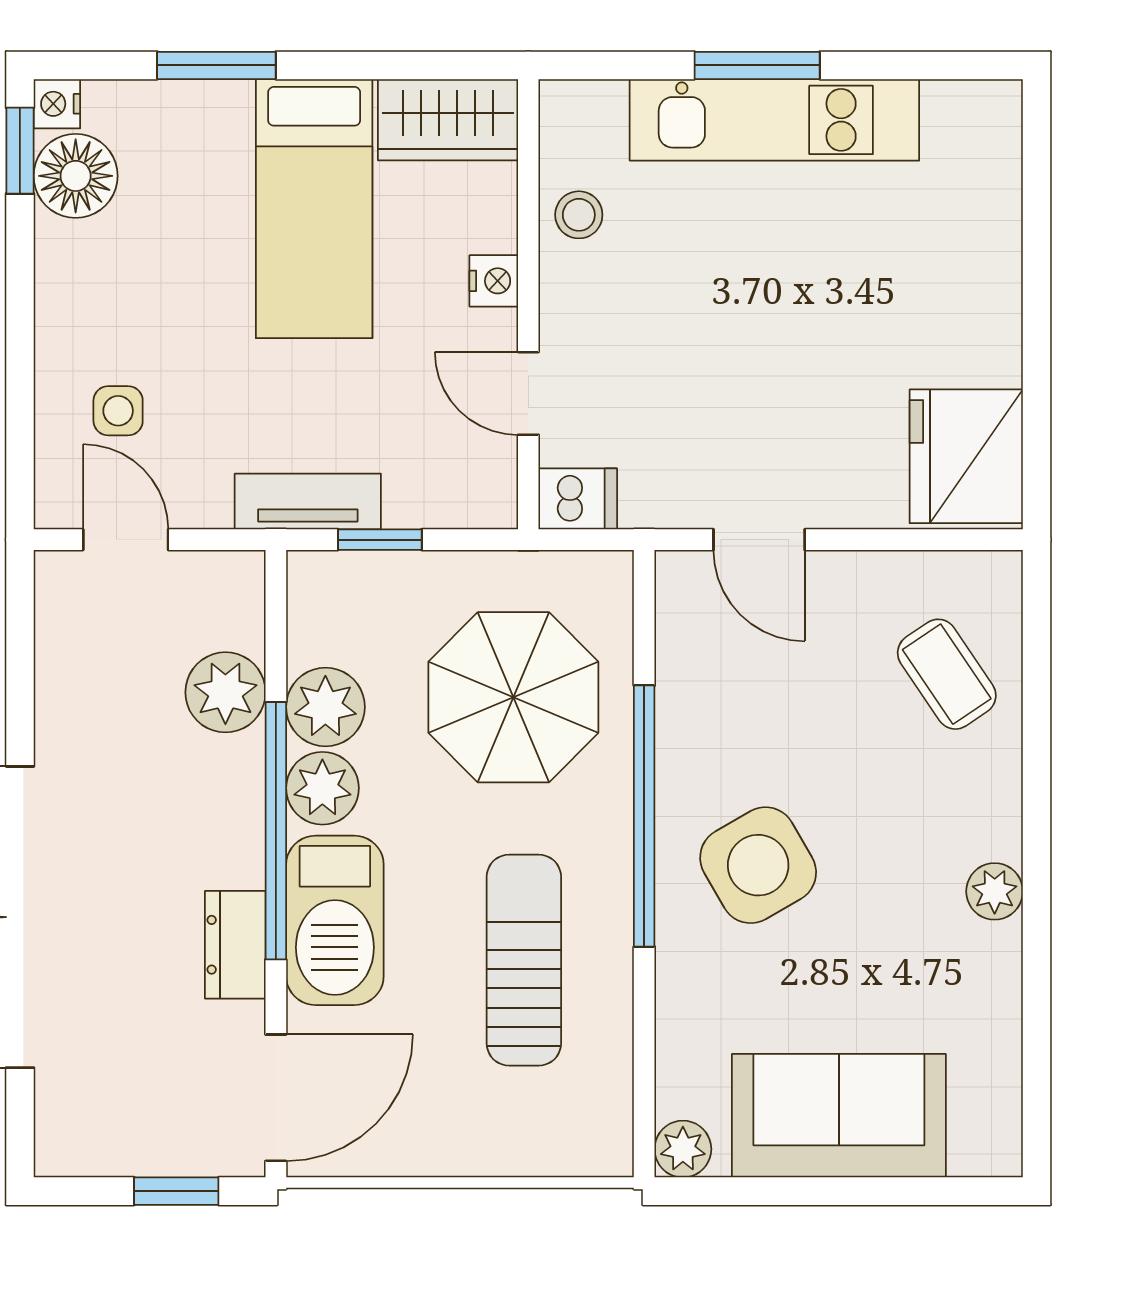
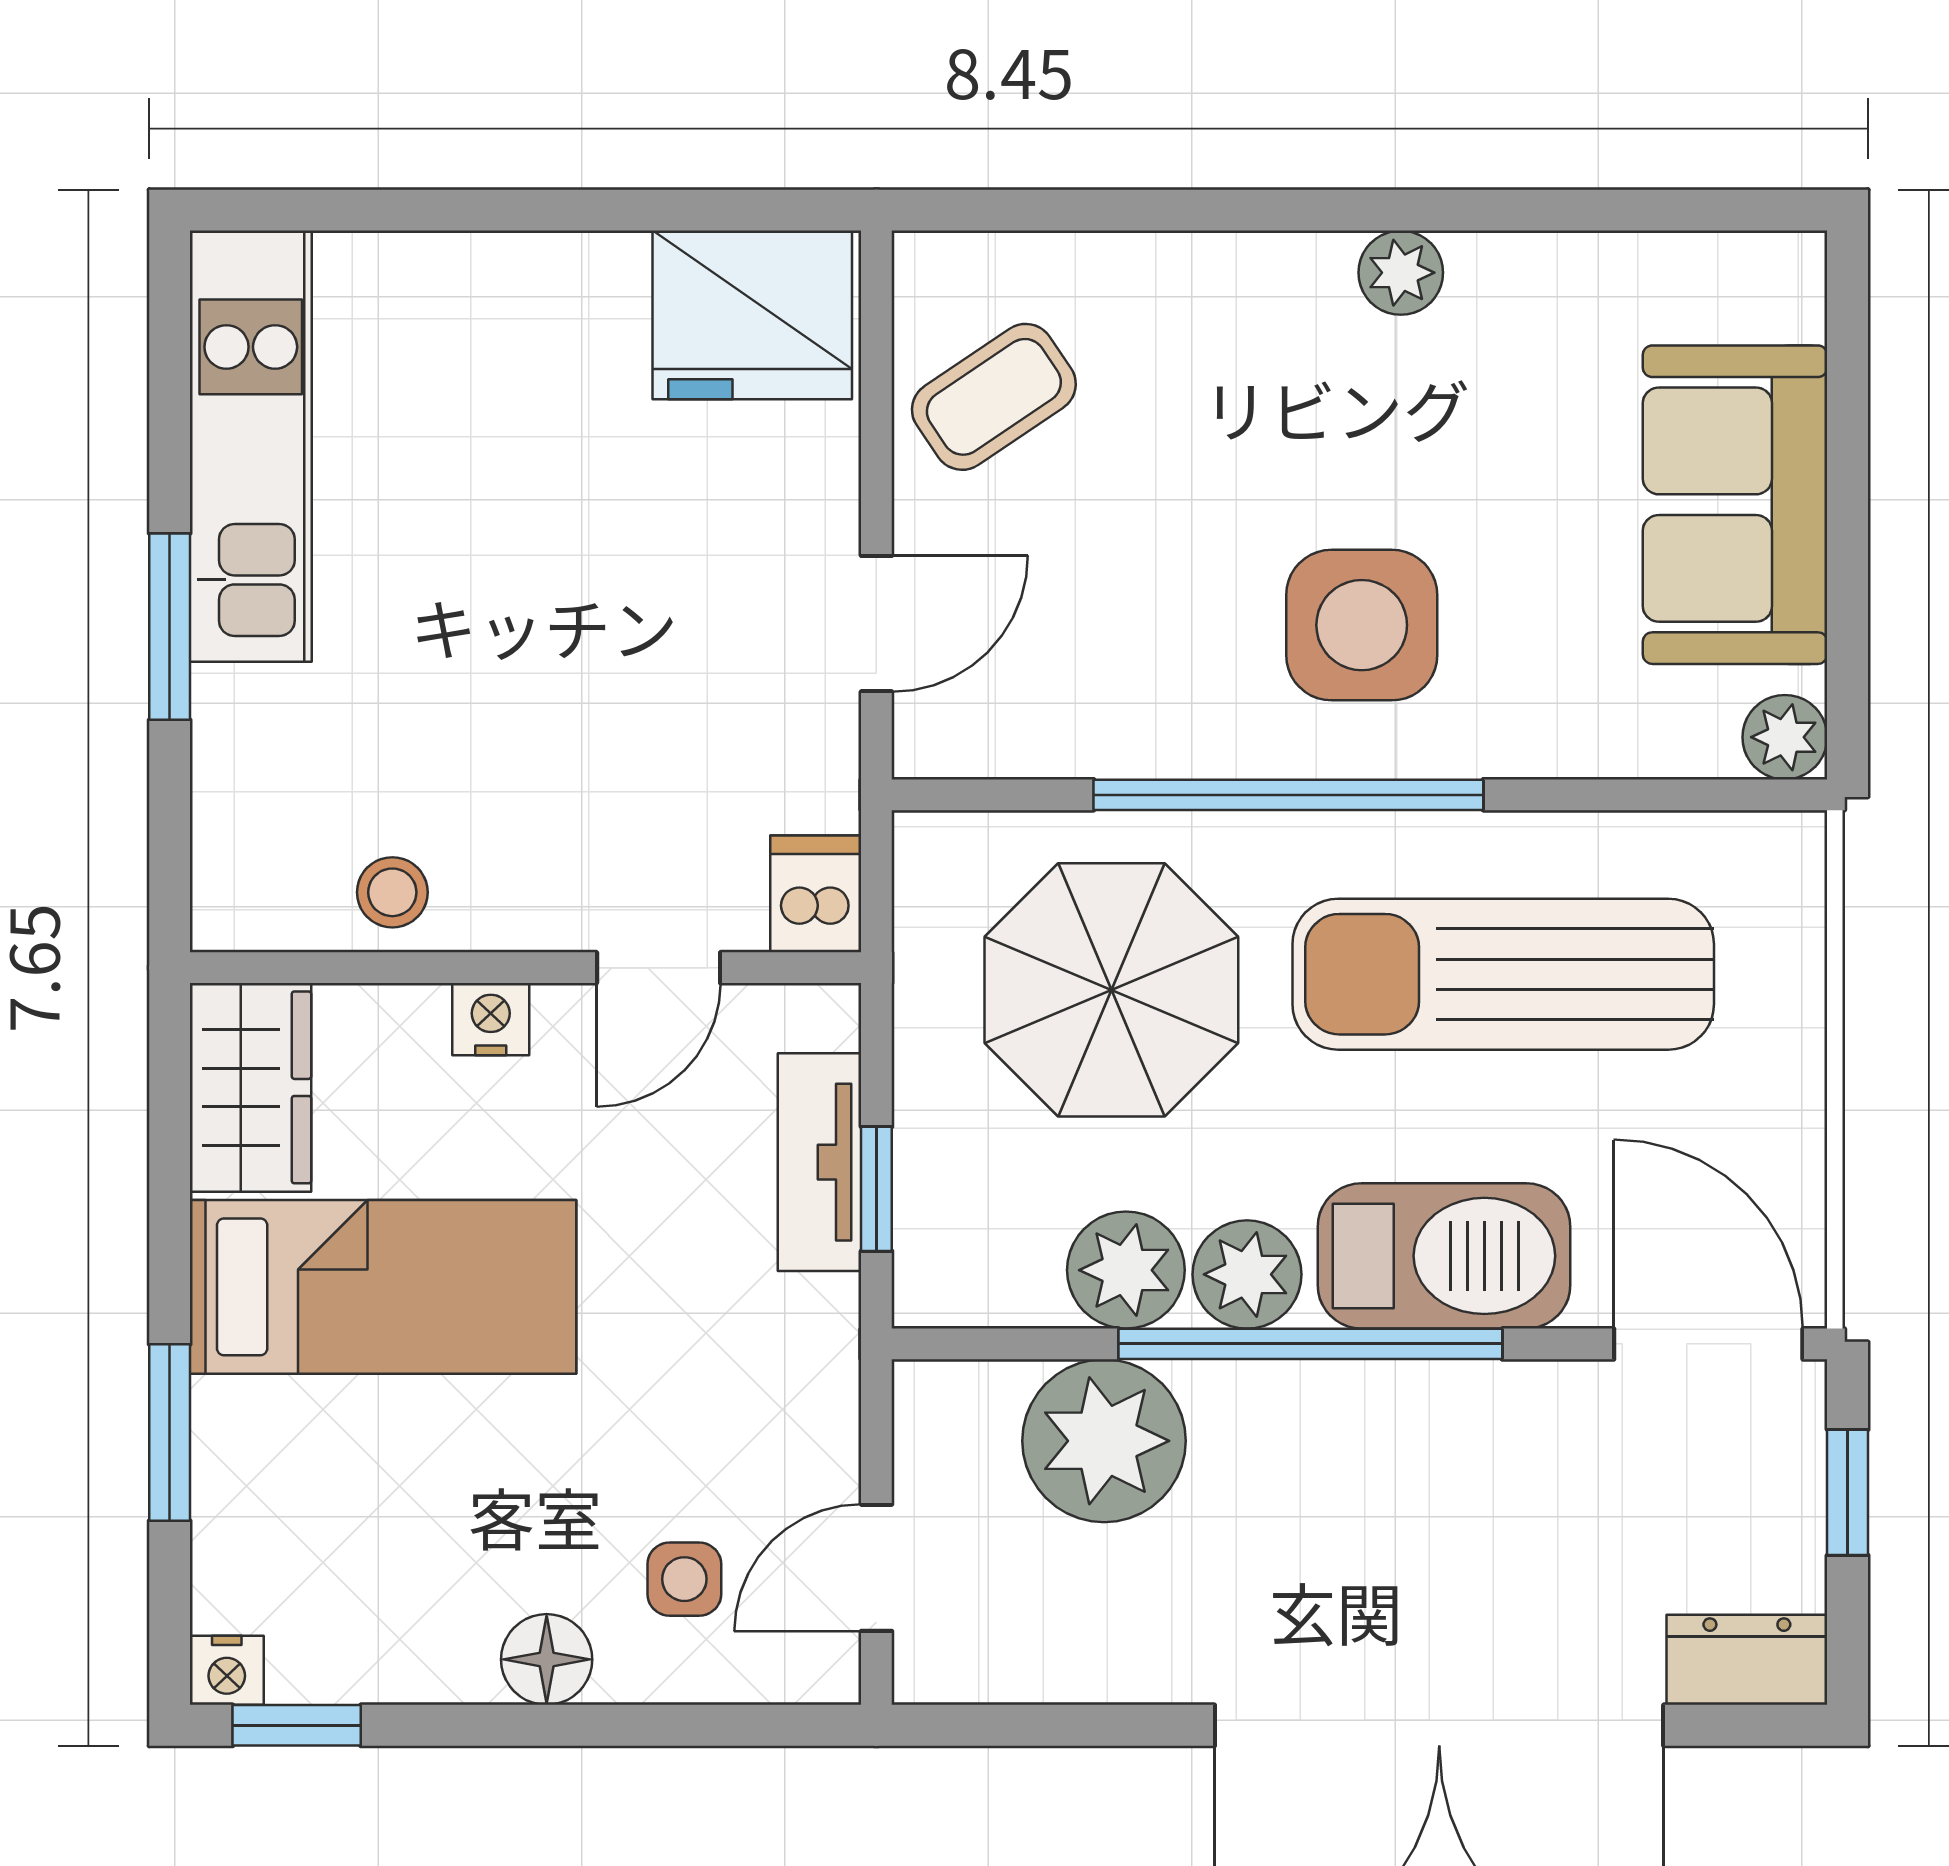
kitchen unit: (774, 120) -> (251, 446), moved
floor lamp: (76, 176) -> (547, 1659), moved, width x0.73, depth x0.73
tv unit: (308, 501) -> (820, 1162), moved
coffee table: (947, 674) -> (994, 397), moved
plant: (225, 692) -> (1104, 1441), width x1.36, depth x1.36
side table: (758, 865) -> (1362, 625), turned 30
dresser: (235, 945) -> (1747, 1660), moved, turned 180
sun lounger: (524, 960) -> (1503, 974), width x1.36, depth x1.34

